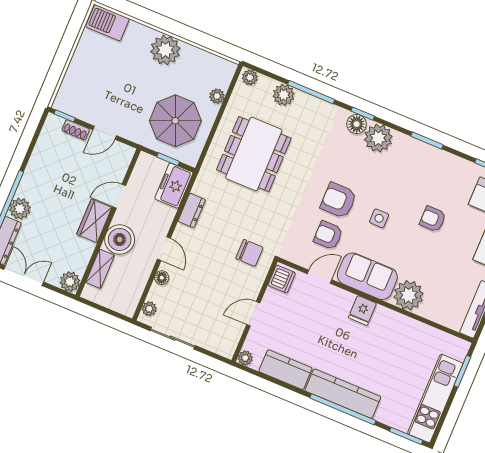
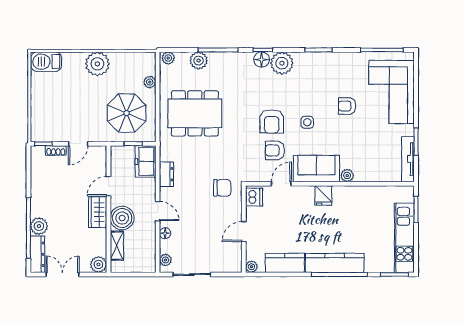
dining table: (254, 154) -> (195, 113), turned 90
armchair: (338, 200) -> (272, 121), turned -90
plant: (409, 295) -> (347, 175), width x0.53, depth x0.53

